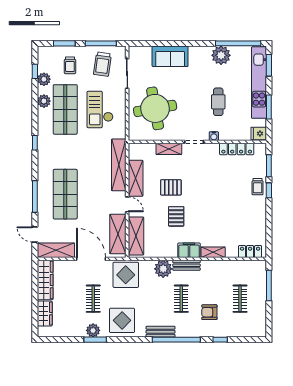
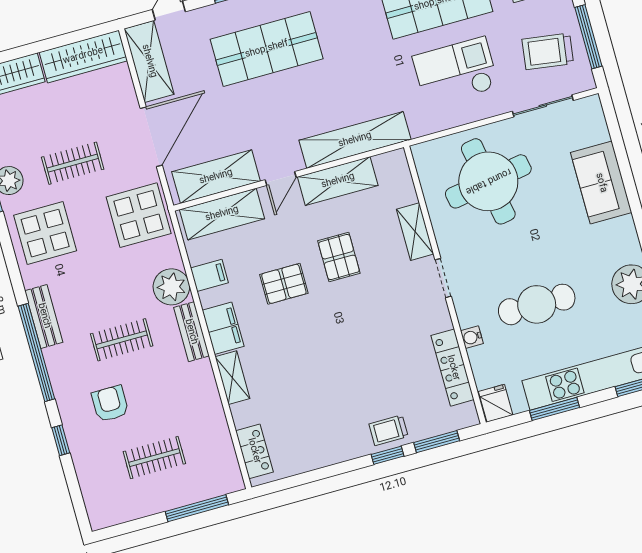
cafe table: (218, 102) -> (537, 304), width x1.37, depth x1.35
water cooler: (214, 136) -> (472, 337), moved
filing cabinet: (163, 250) -> (209, 275), added

